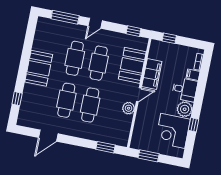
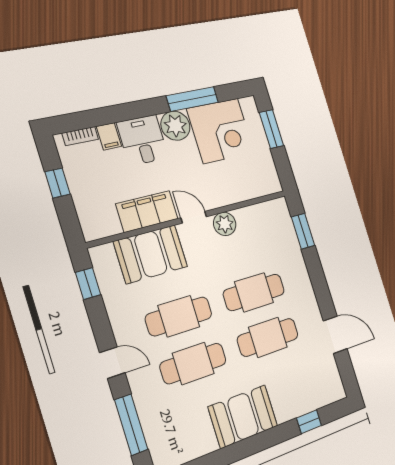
window: (169, 38) -> (57, 183), moved
window: (194, 125) -> (192, 99), width x2.17
window: (149, 156) -> (271, 129), moved

